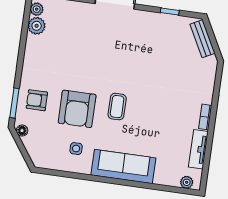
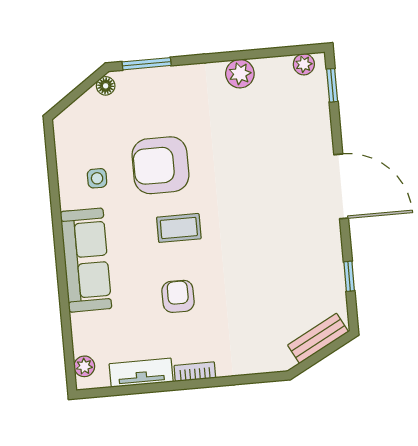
plant: (37, 26) -> (240, 74), moved
armchair: (37, 100) -> (178, 296), moved

